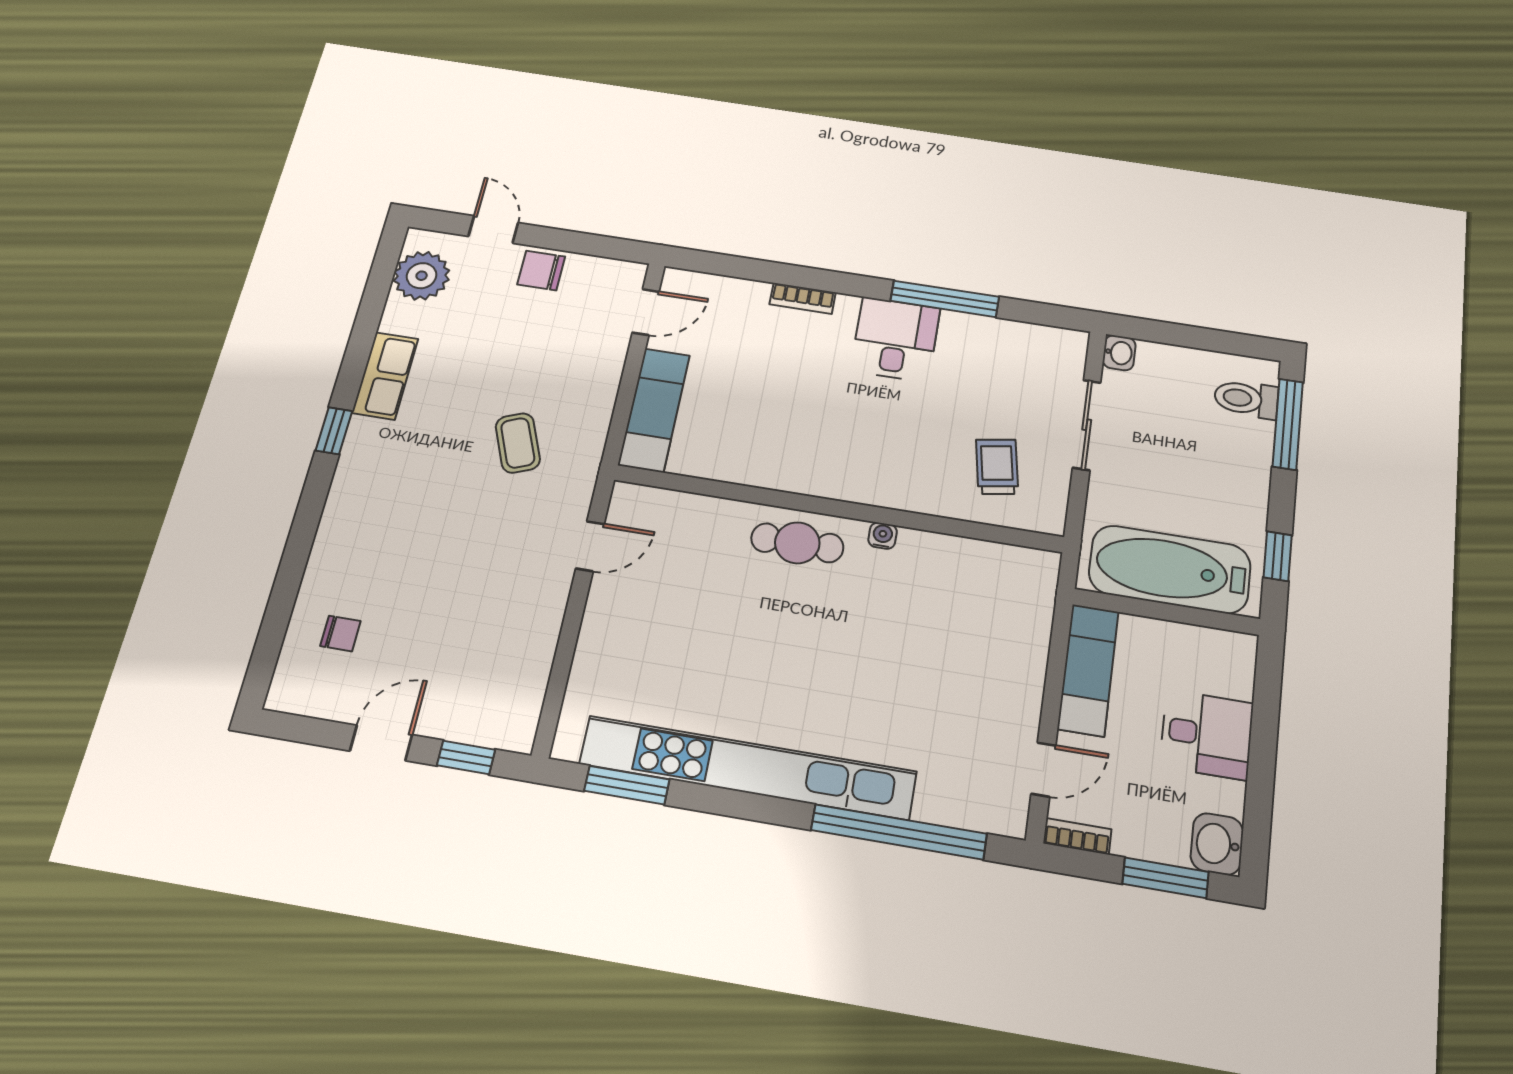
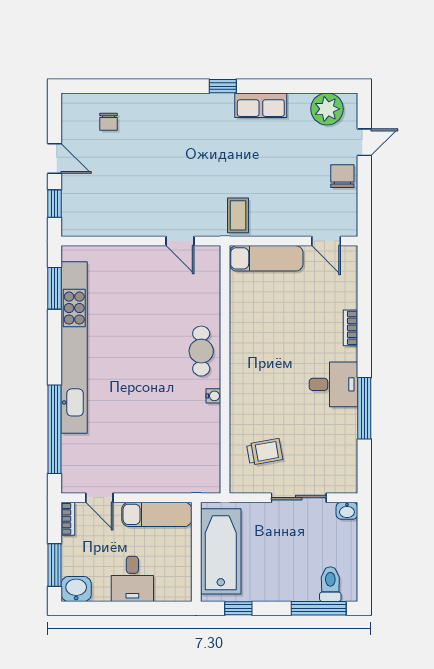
coffee table: (518, 443) -> (238, 215), moved, turned -68

